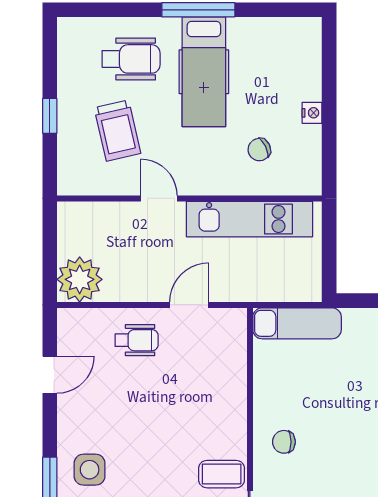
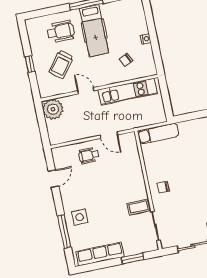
trolley: (117, 131) -> (61, 64), turned 51
plant: (80, 279) -> (53, 109), moved
door: (189, 305) -> (109, 135), swing flipped
wheelchair: (137, 340) -> (89, 155), turned 180

